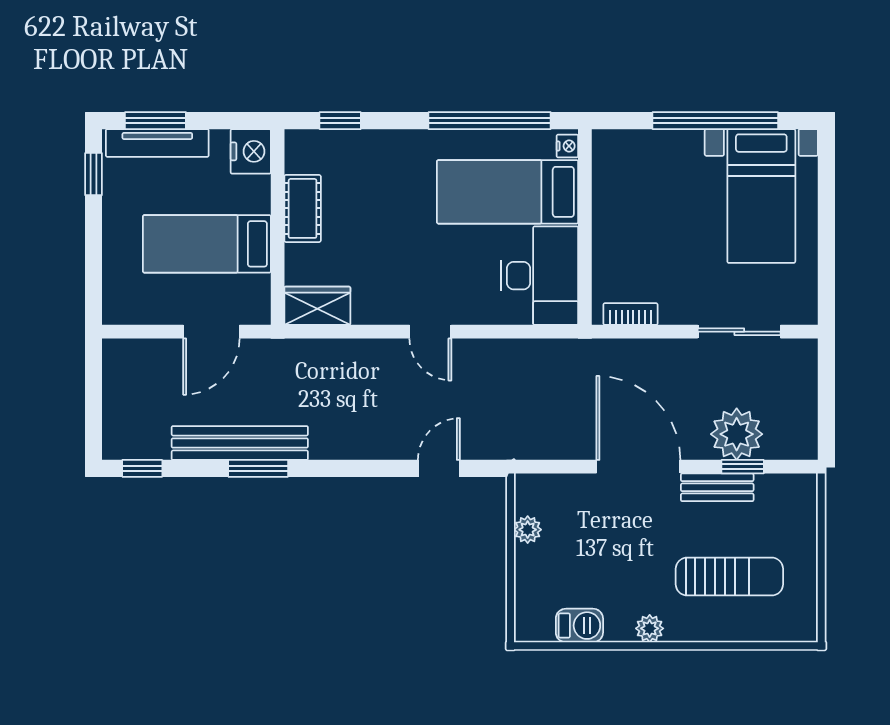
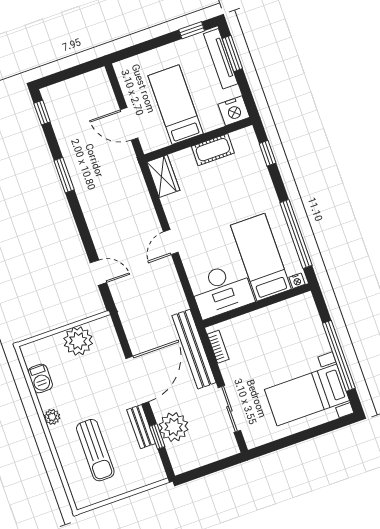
bench: (240, 443) -> (194, 349), moved
plant: (528, 530) -> (78, 341), width x1.87, depth x1.87

